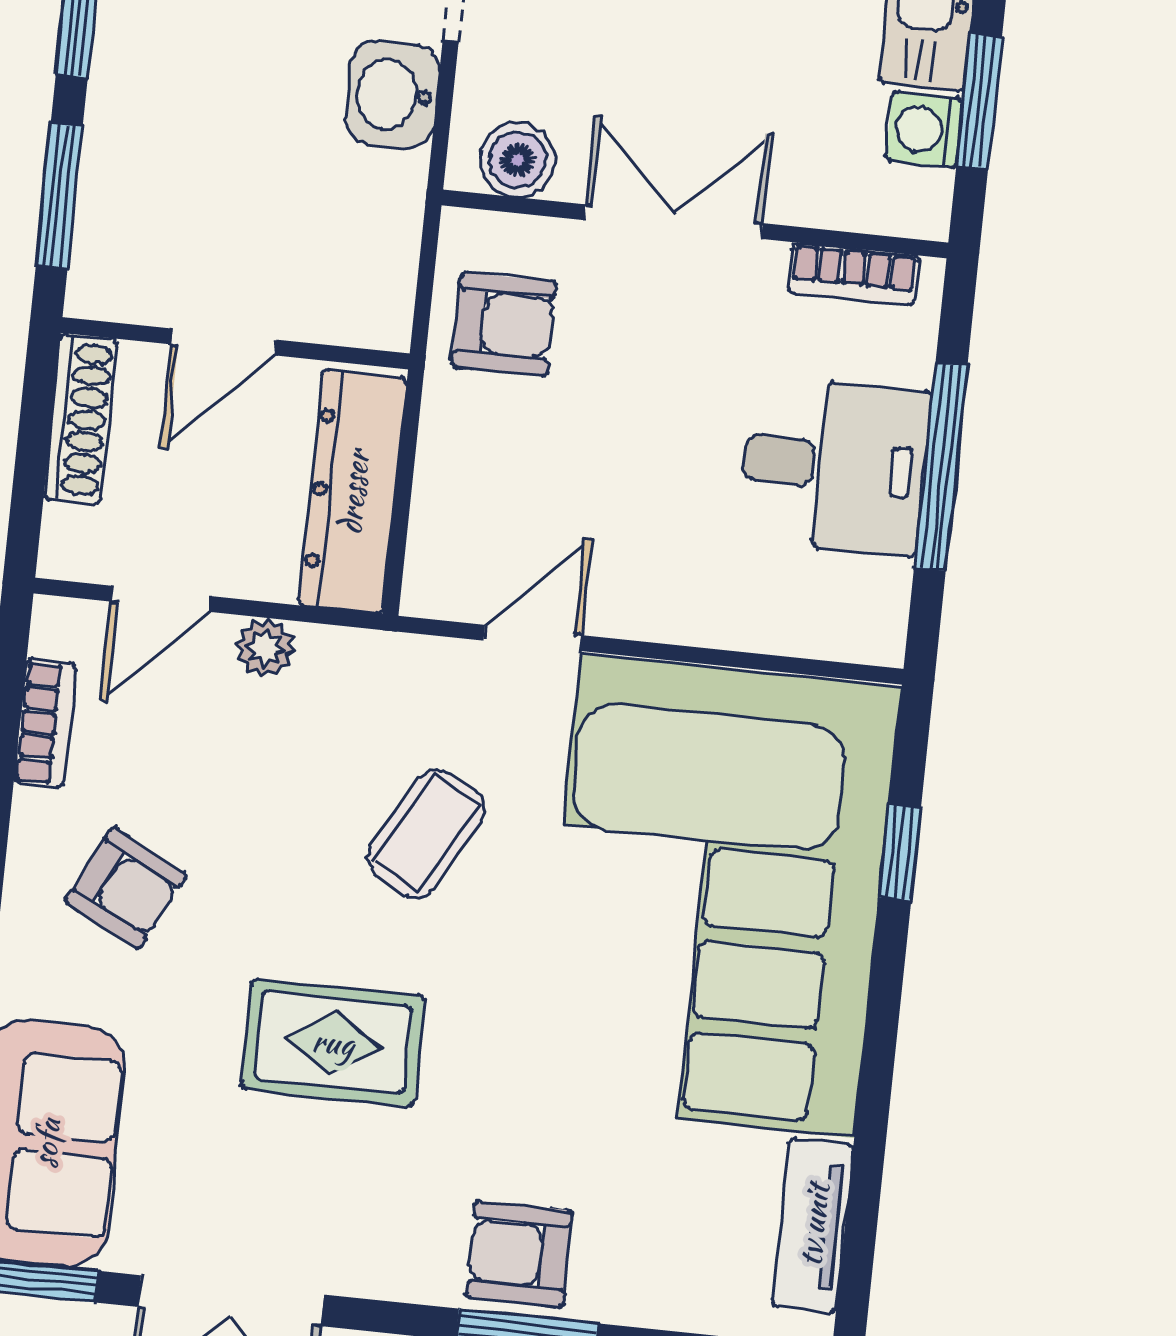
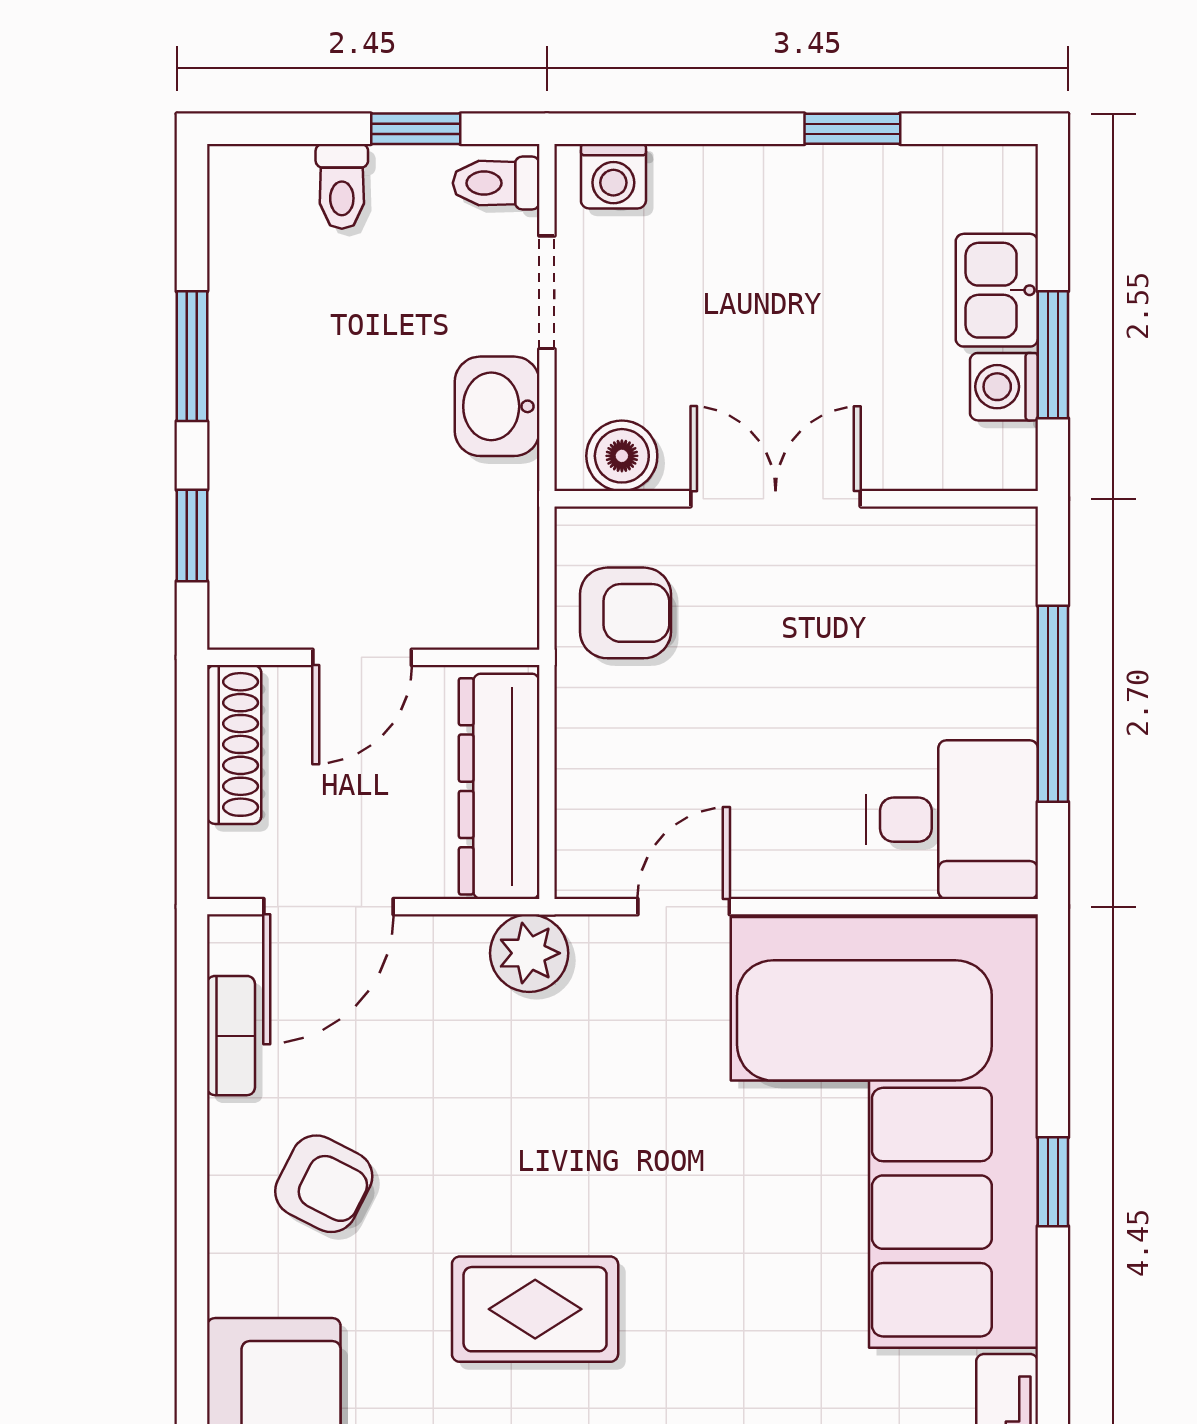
window: (59, 196) -> (192, 535), width x0.67
bookcase: (854, 274) -> (951, 531), removed
desk: (834, 466) -> (952, 820), moved
door: (161, 599) -> (329, 907), width x1.38
plant: (265, 648) -> (529, 953), moved, width x1.38, depth x1.38
coffee table: (426, 833) -> (603, 1102), removed
window: (900, 852) -> (1053, 1182), moved

